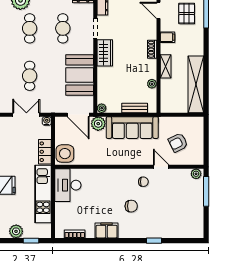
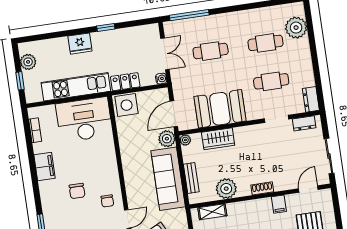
wardrobe: (105, 53) -> (218, 139), moved
shelving: (166, 66) -> (212, 212), moved
plant: (152, 84) -> (226, 189), width x1.87, depth x1.87
desk: (68, 185) -> (84, 120), width x1.36, depth x1.30

